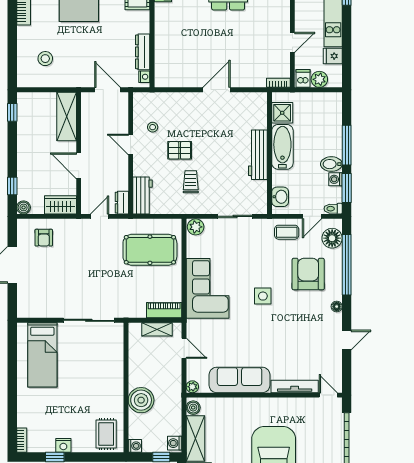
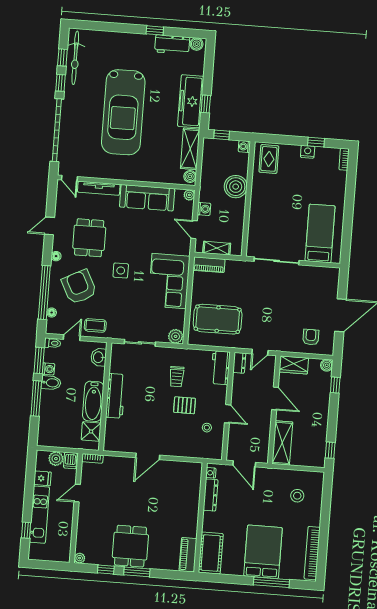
floor lamp: (332, 238) -> (52, 313), width x0.53, depth x0.53
armchair: (308, 274) -> (79, 287), turned 153
dining table: (301, 330) -> (89, 238), added
washing machine: (175, 443) -> (204, 209), moved

